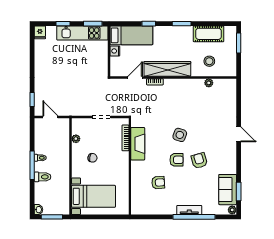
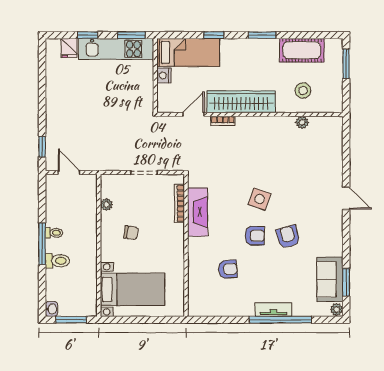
fridge: (40, 32) -> (69, 48), moved

